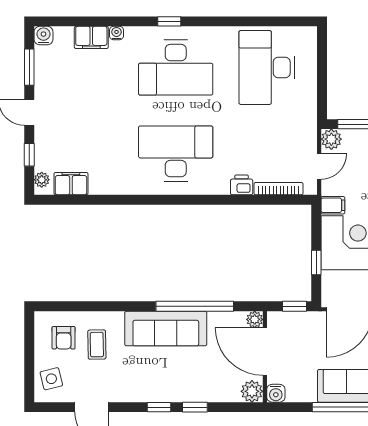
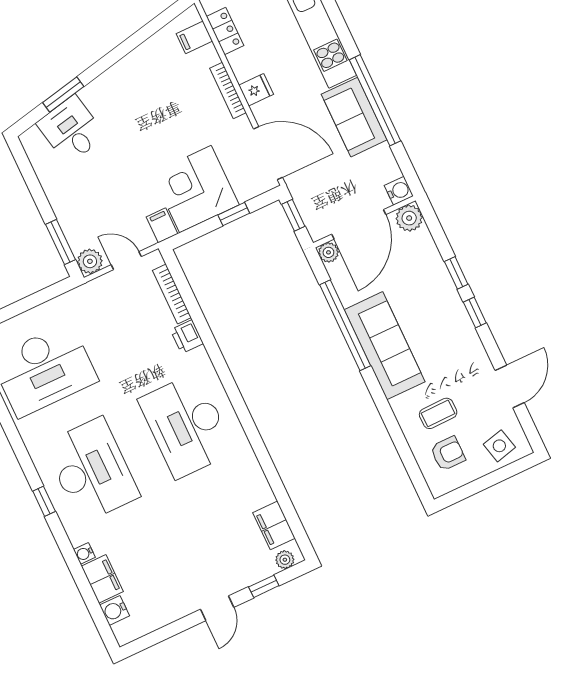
water cooler: (43, 36) -> (115, 610), moved
window: (29, 67) -> (167, 632), removed

